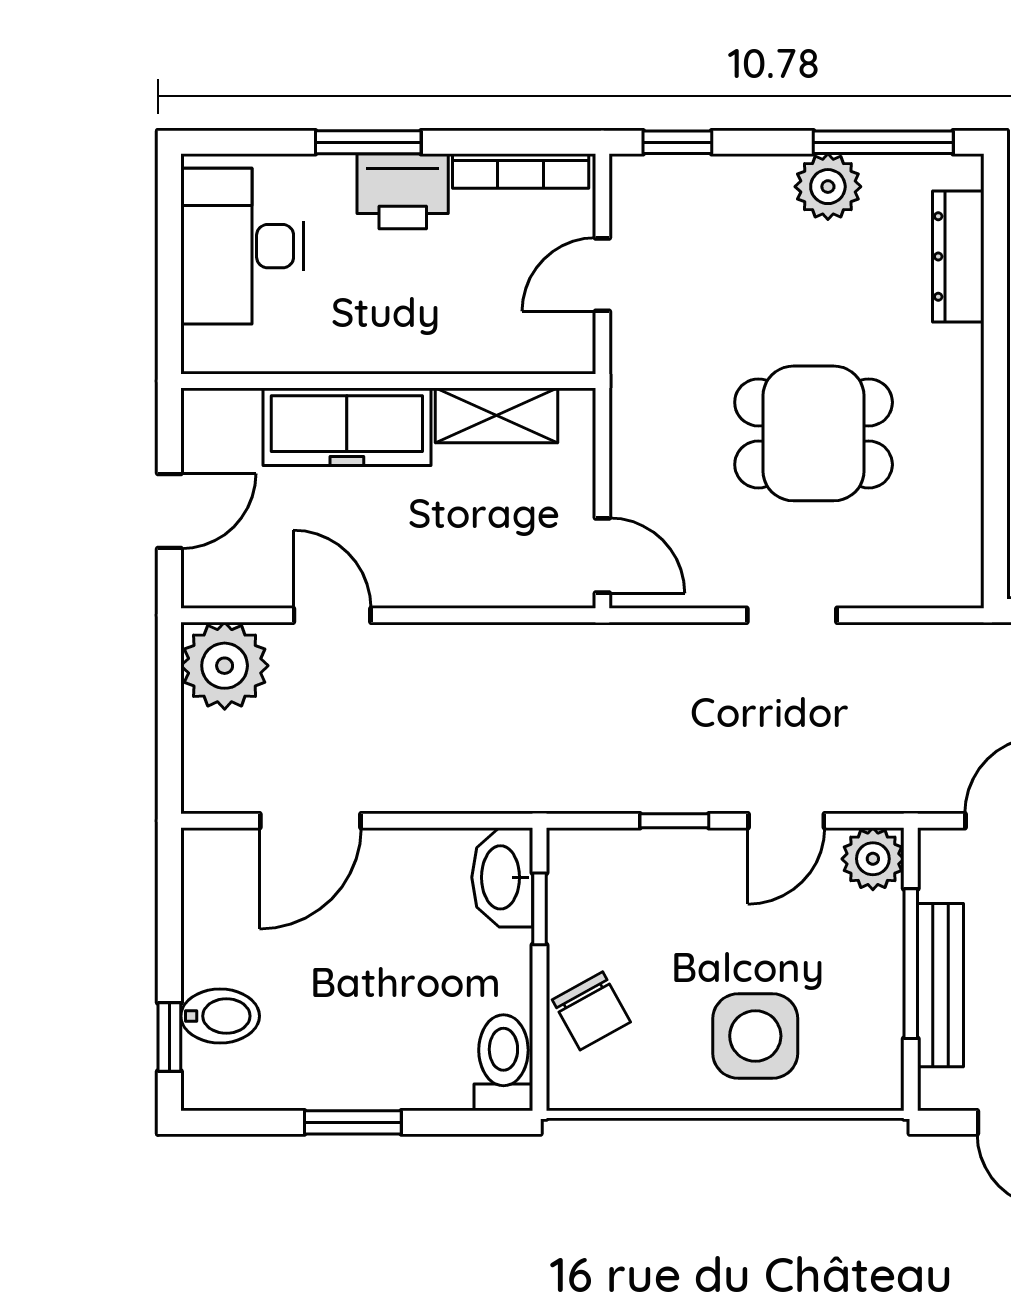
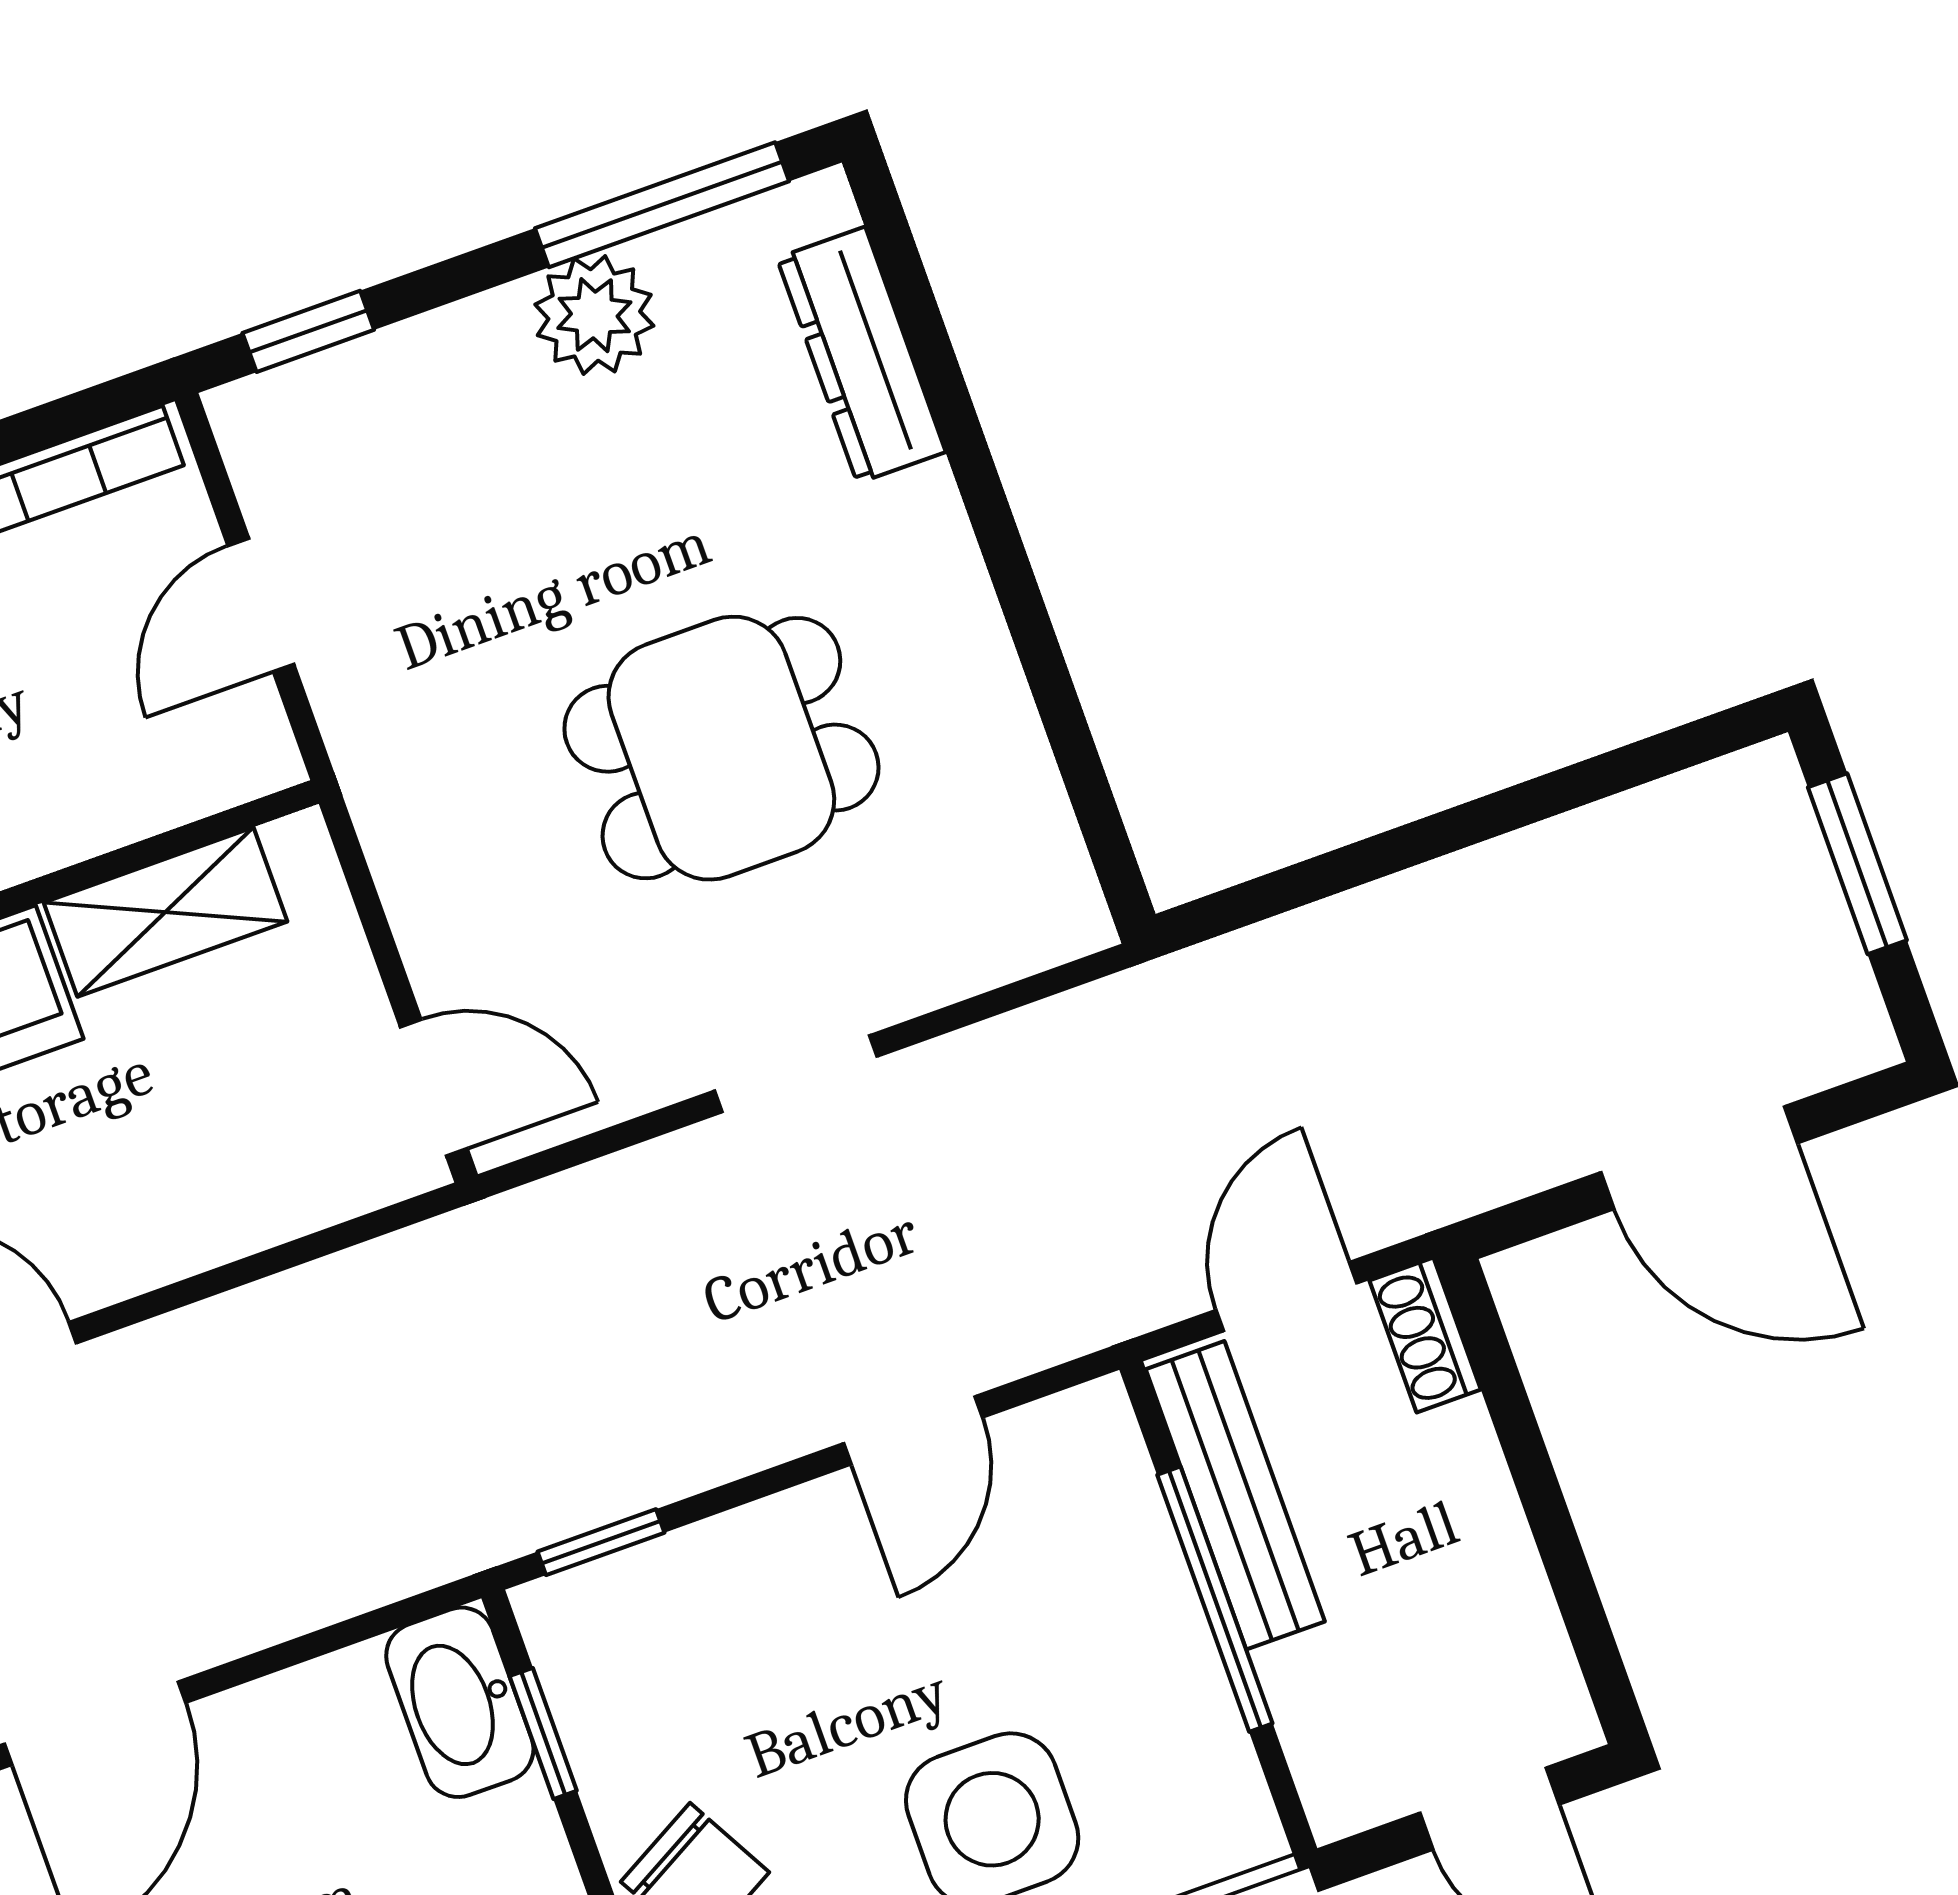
window: (674, 821) -> (601, 1542), moved
plant: (873, 859) -> (1085, 1442), removed
bench: (941, 985) -> (1235, 1495), moved

